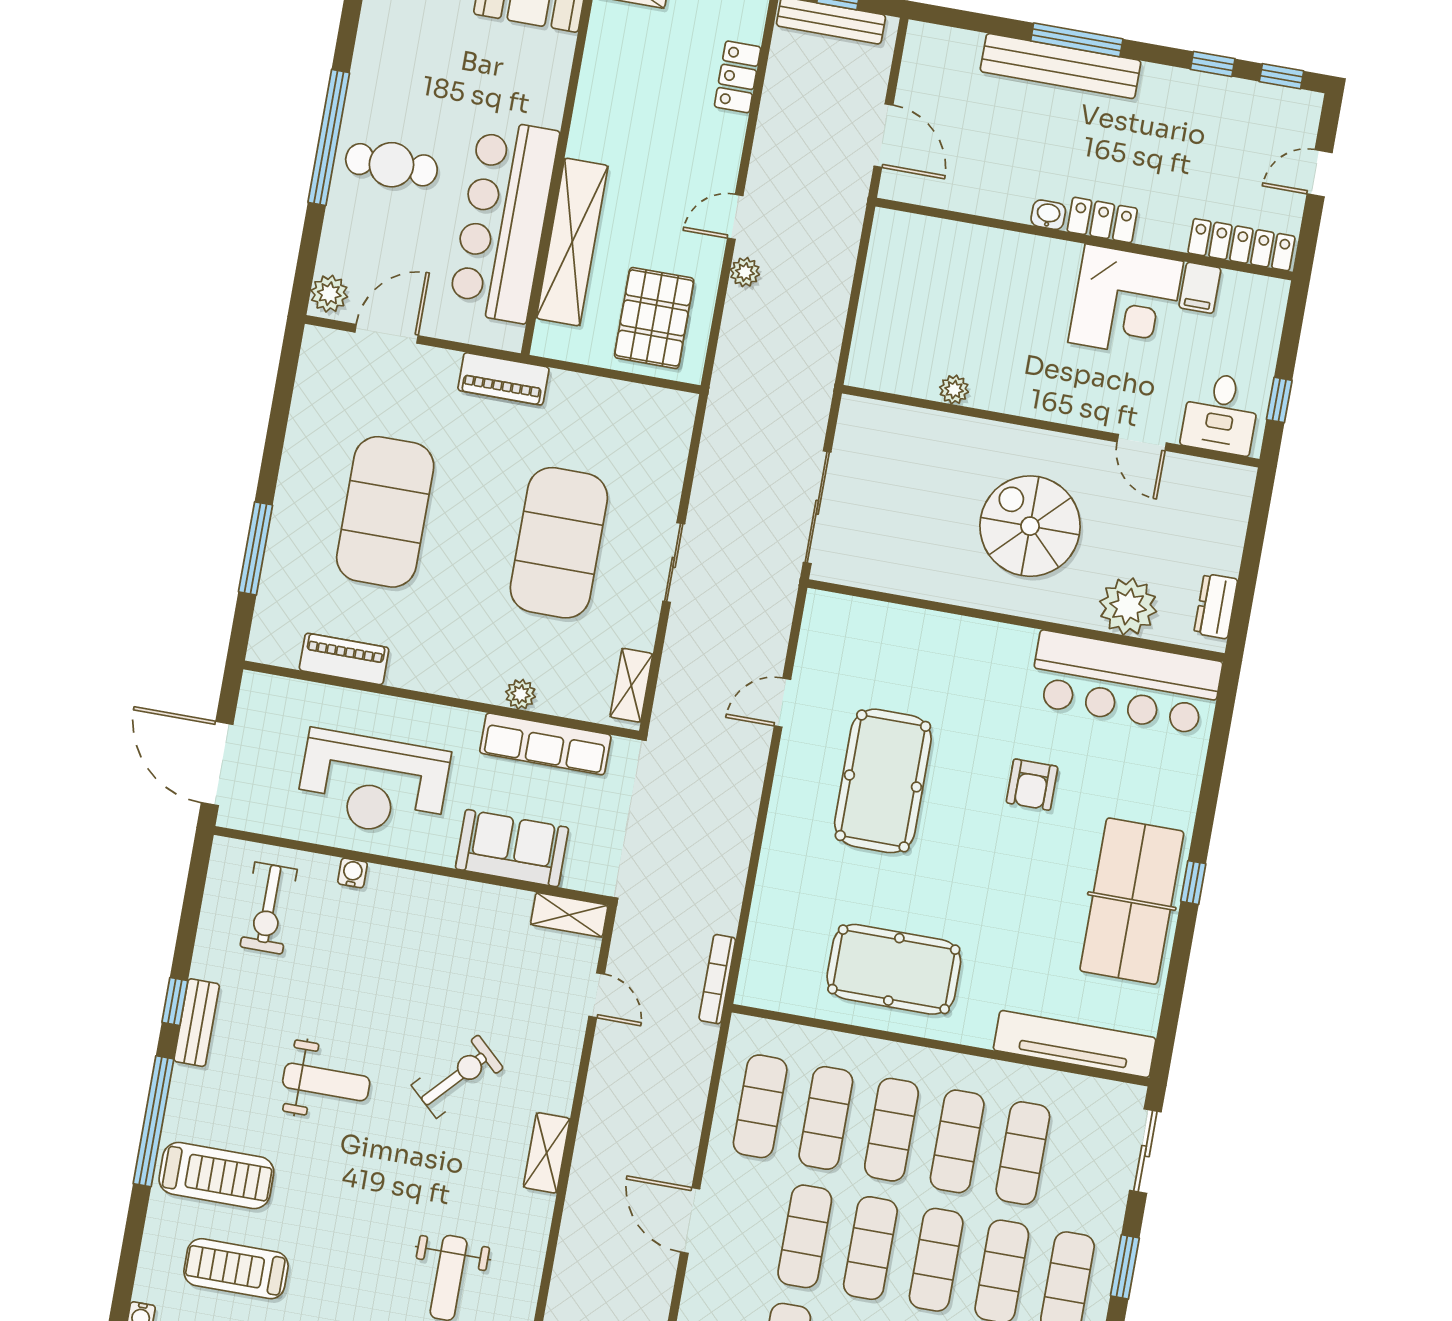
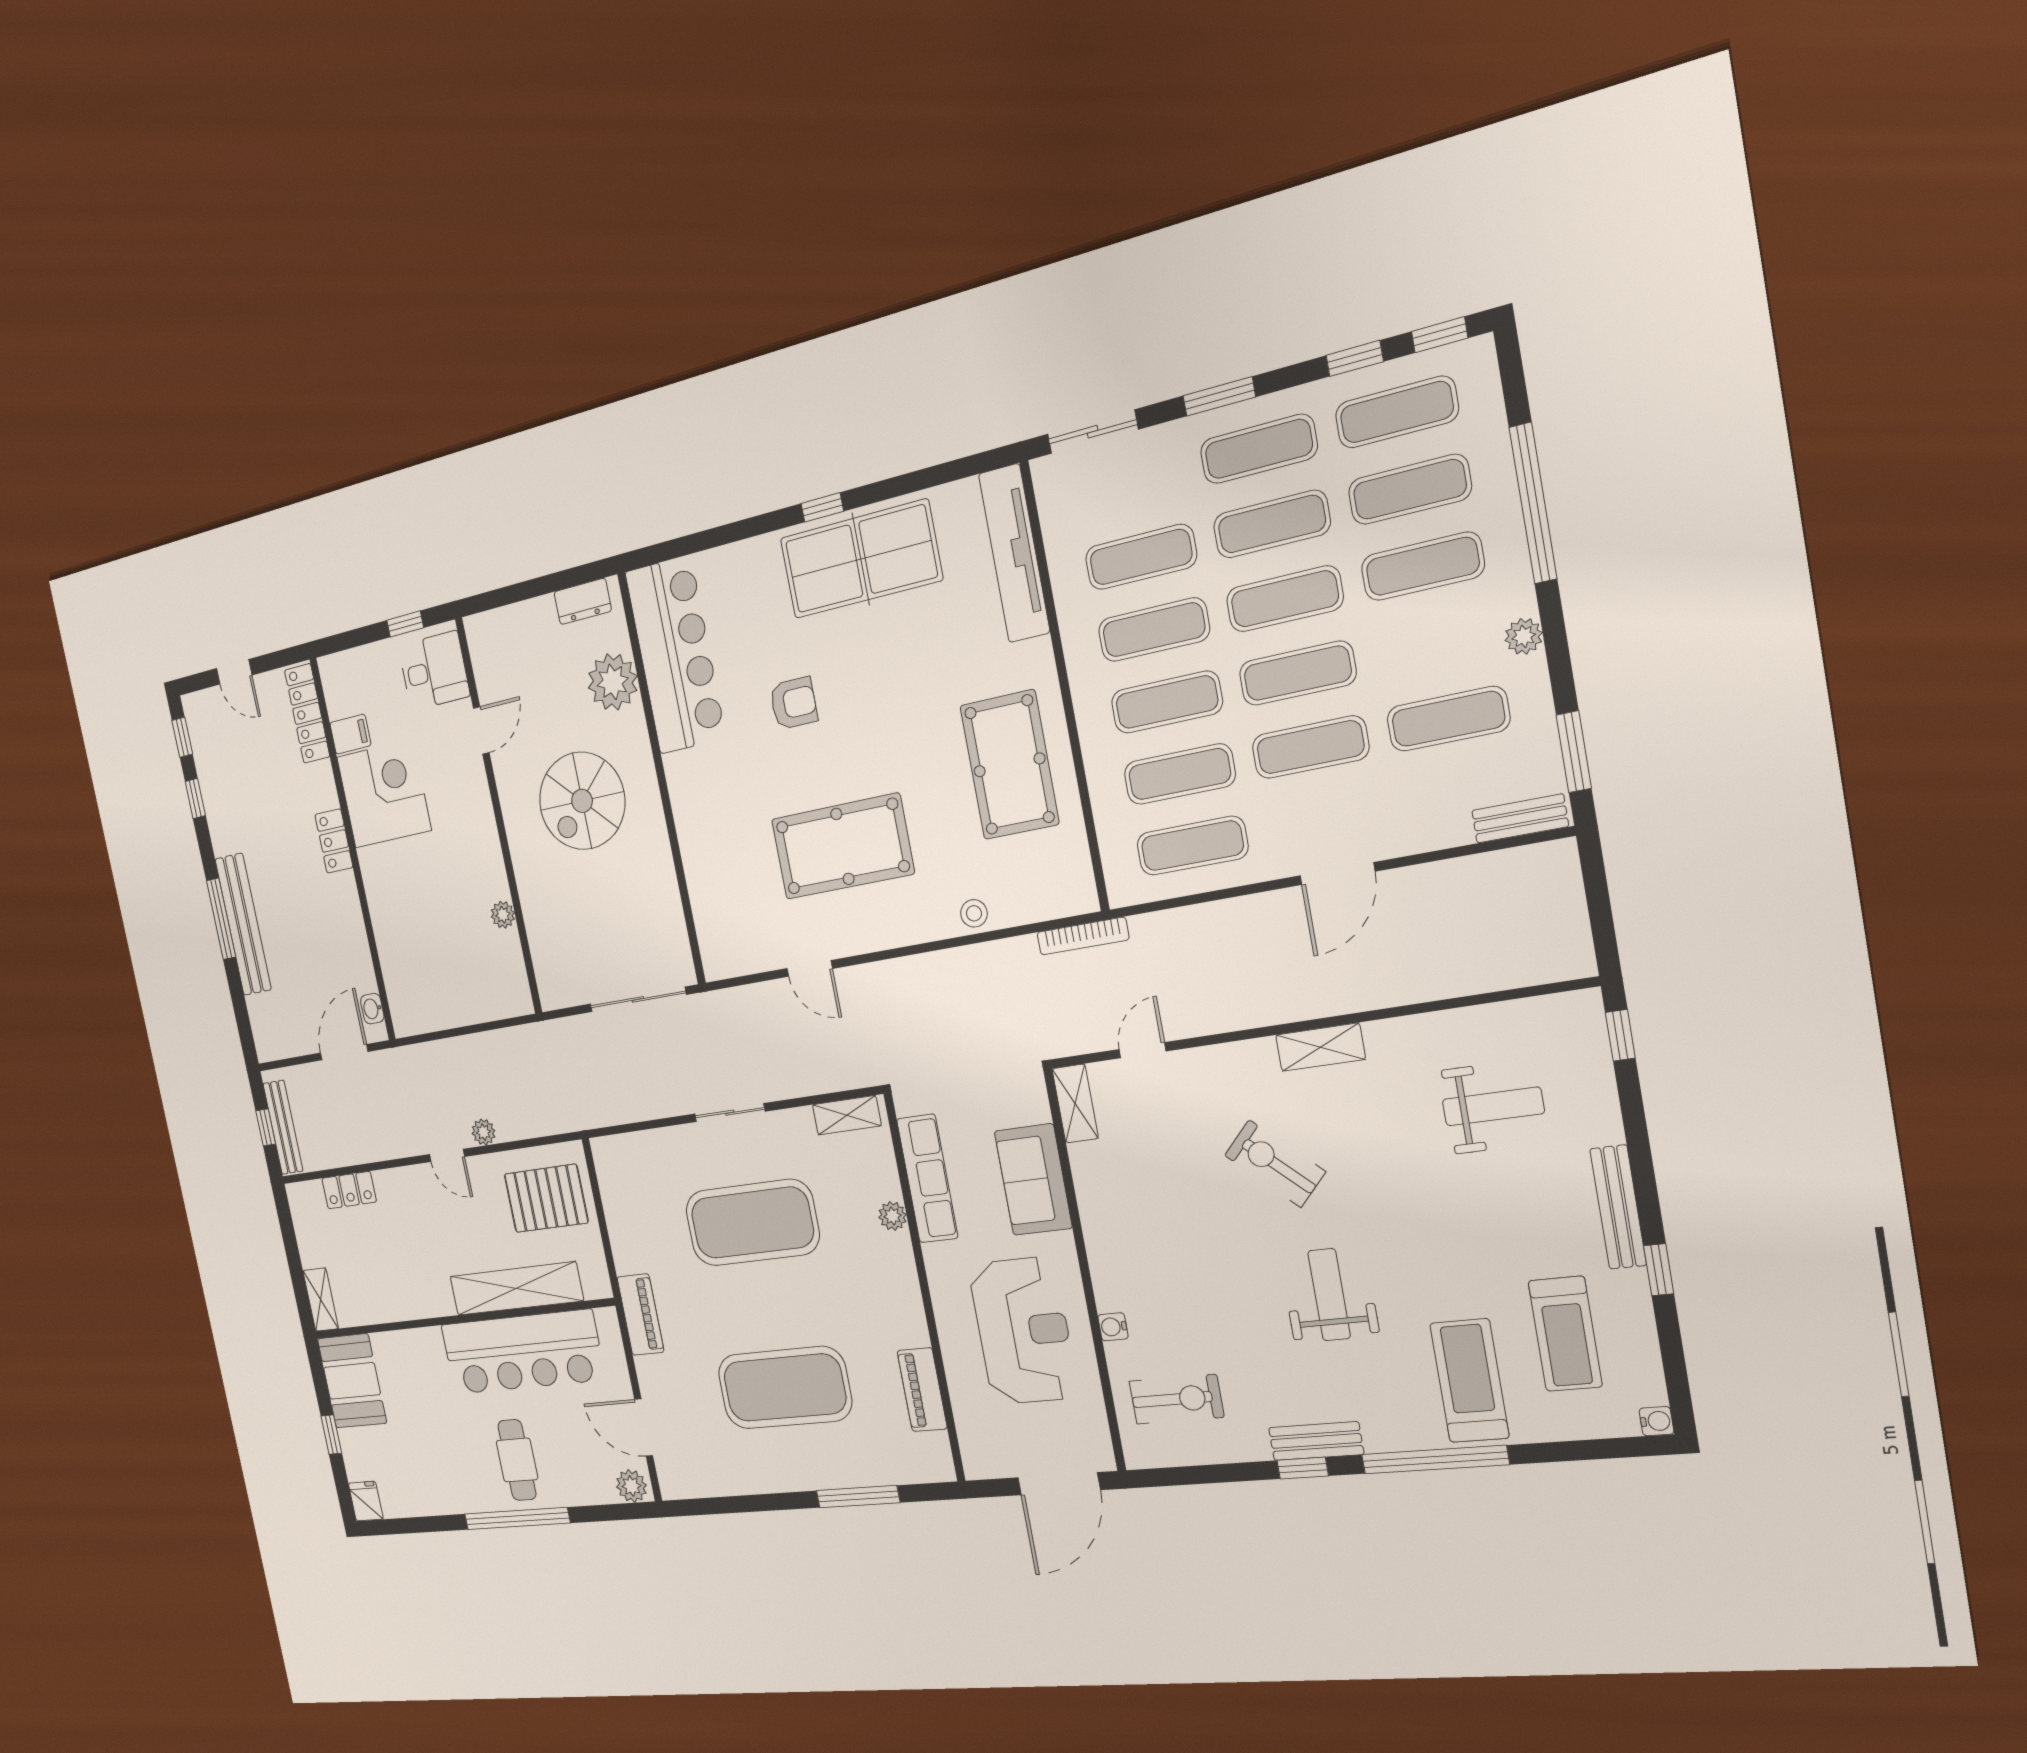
washbasin: (1048, 215) -> (372, 1009), moved
stool: (775, 885) -> (974, 913), added

